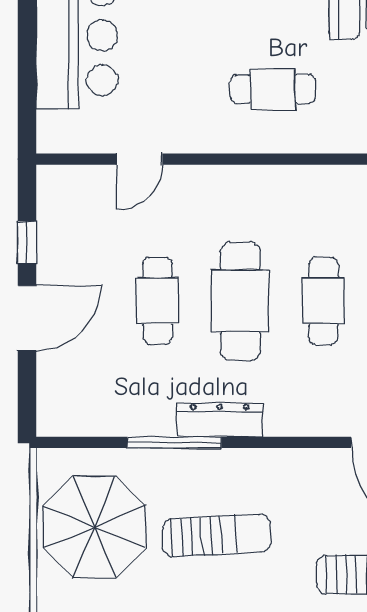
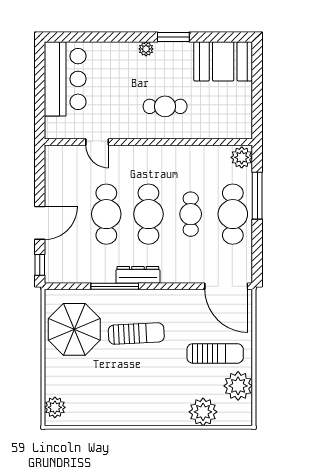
door: (140, 159) -> (97, 142), hinge flipped
window: (27, 242) -> (40, 265), moved
cafe table: (158, 301) -> (106, 214), width x1.37, depth x1.35

